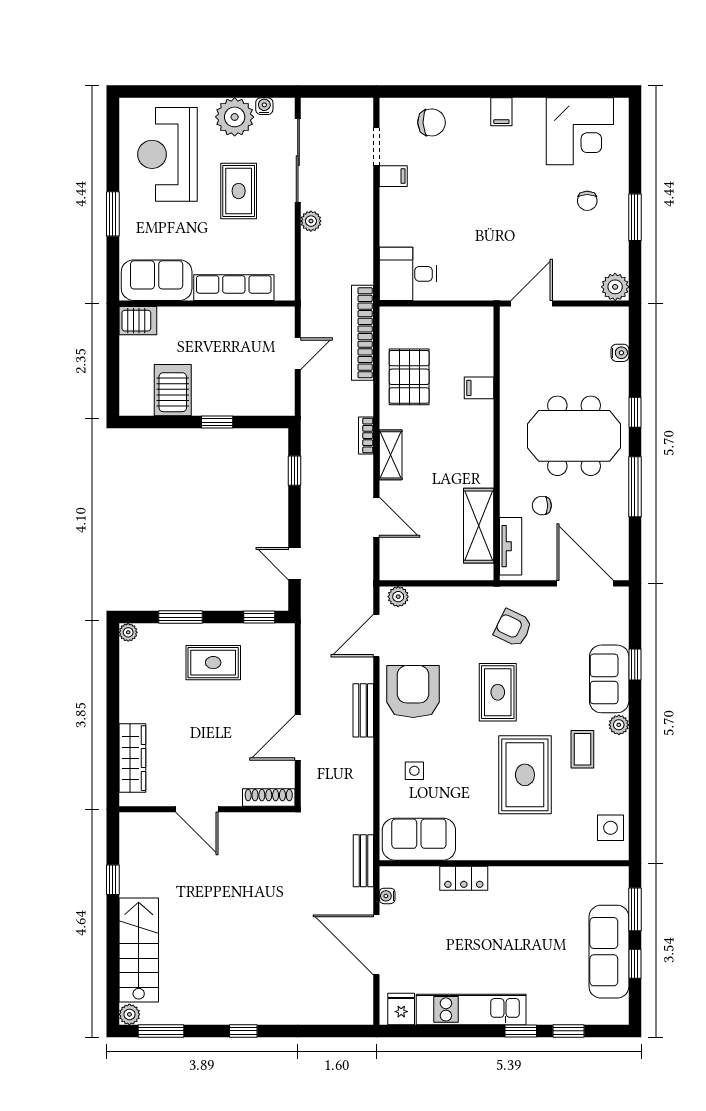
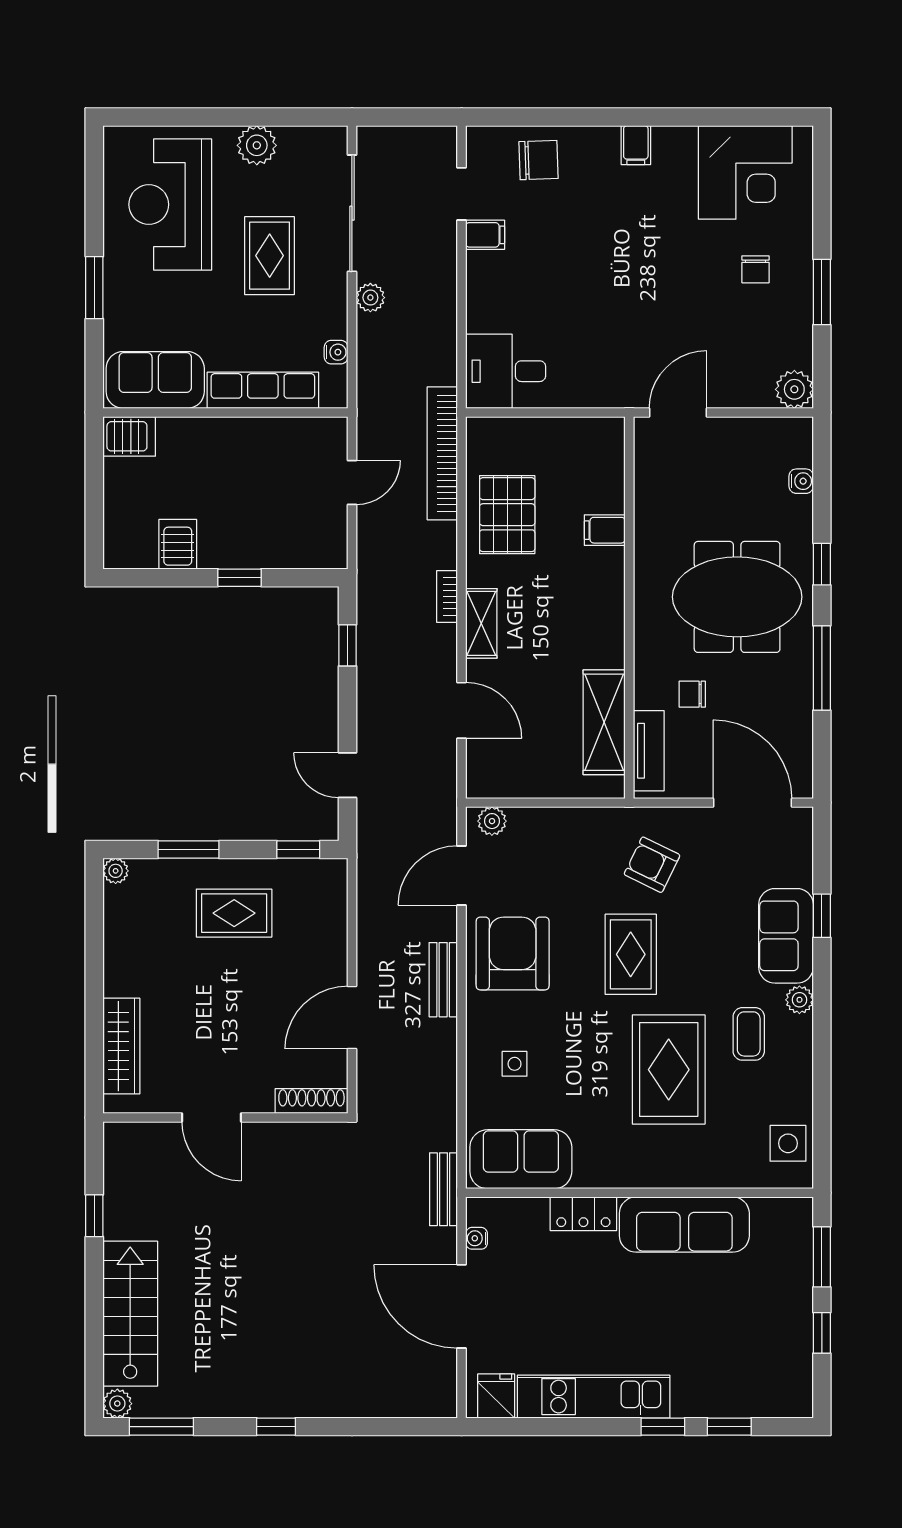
water cooler: (264, 106) -> (336, 352), moved, turned 90
plant: (235, 117) -> (257, 145), width x0.73, depth x0.73
server rack: (173, 390) -> (178, 544), width x0.73, depth x0.70
sofa: (609, 952) -> (684, 1225), moved, turned -90

